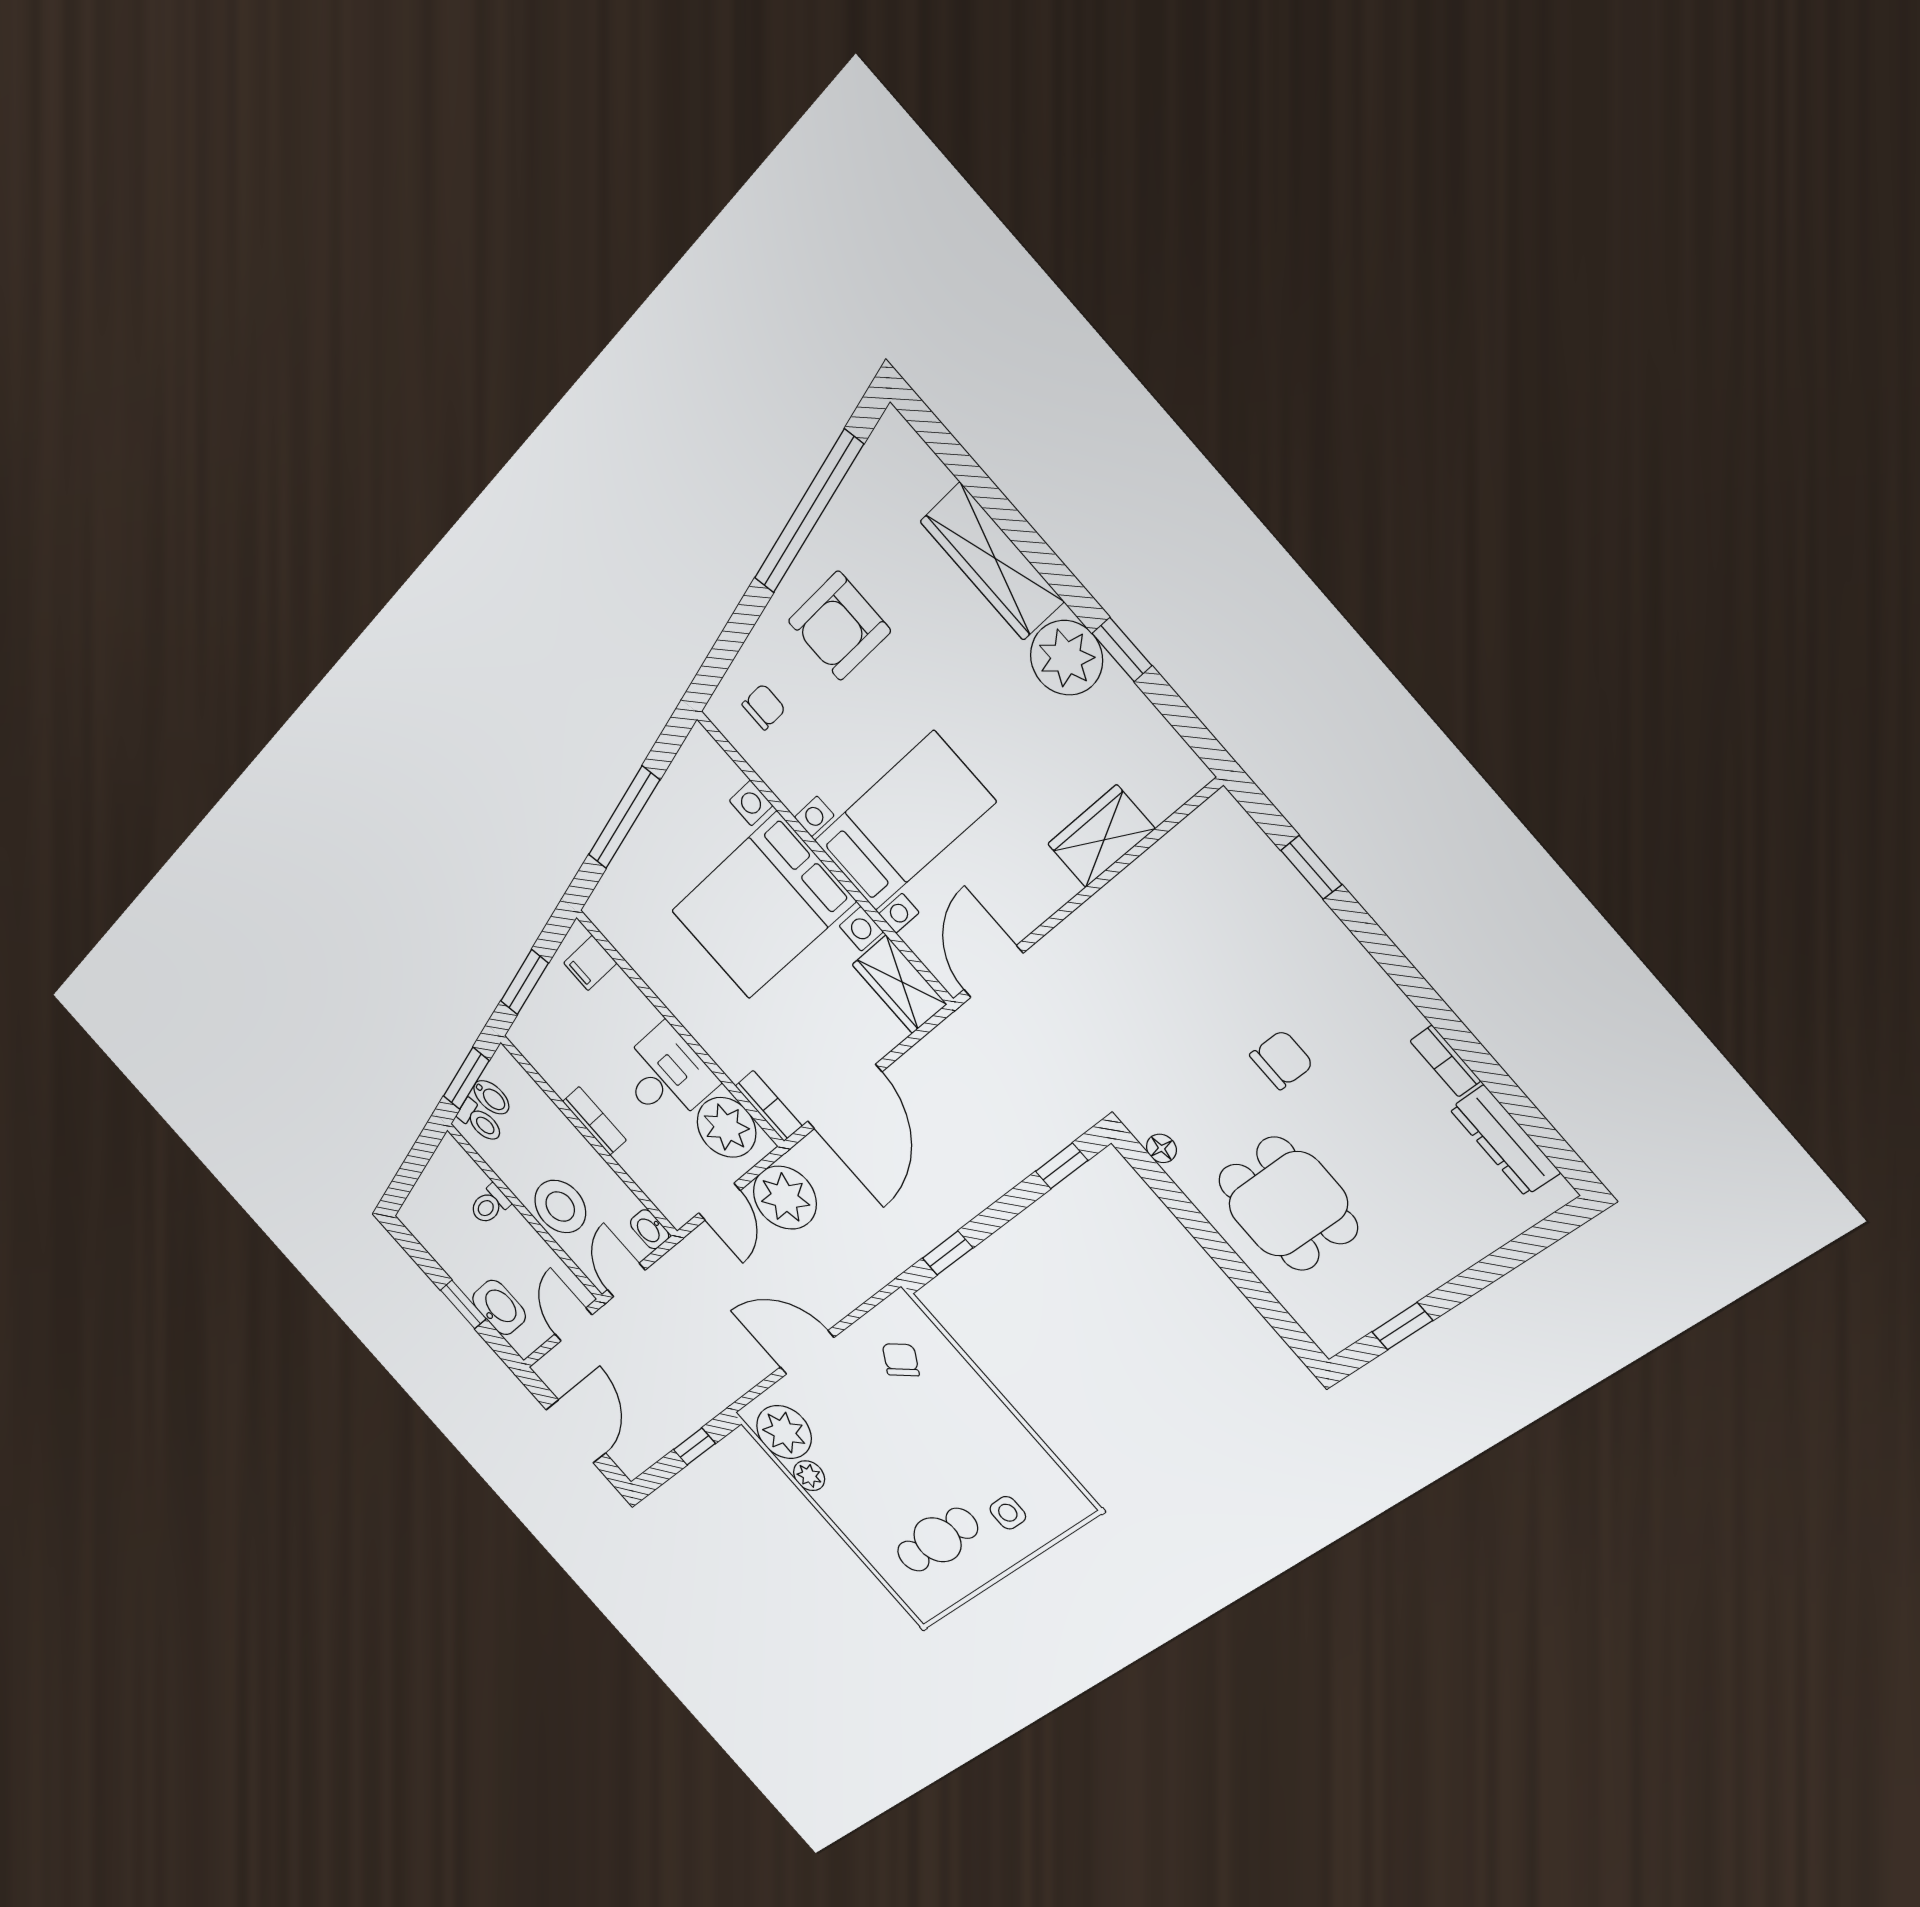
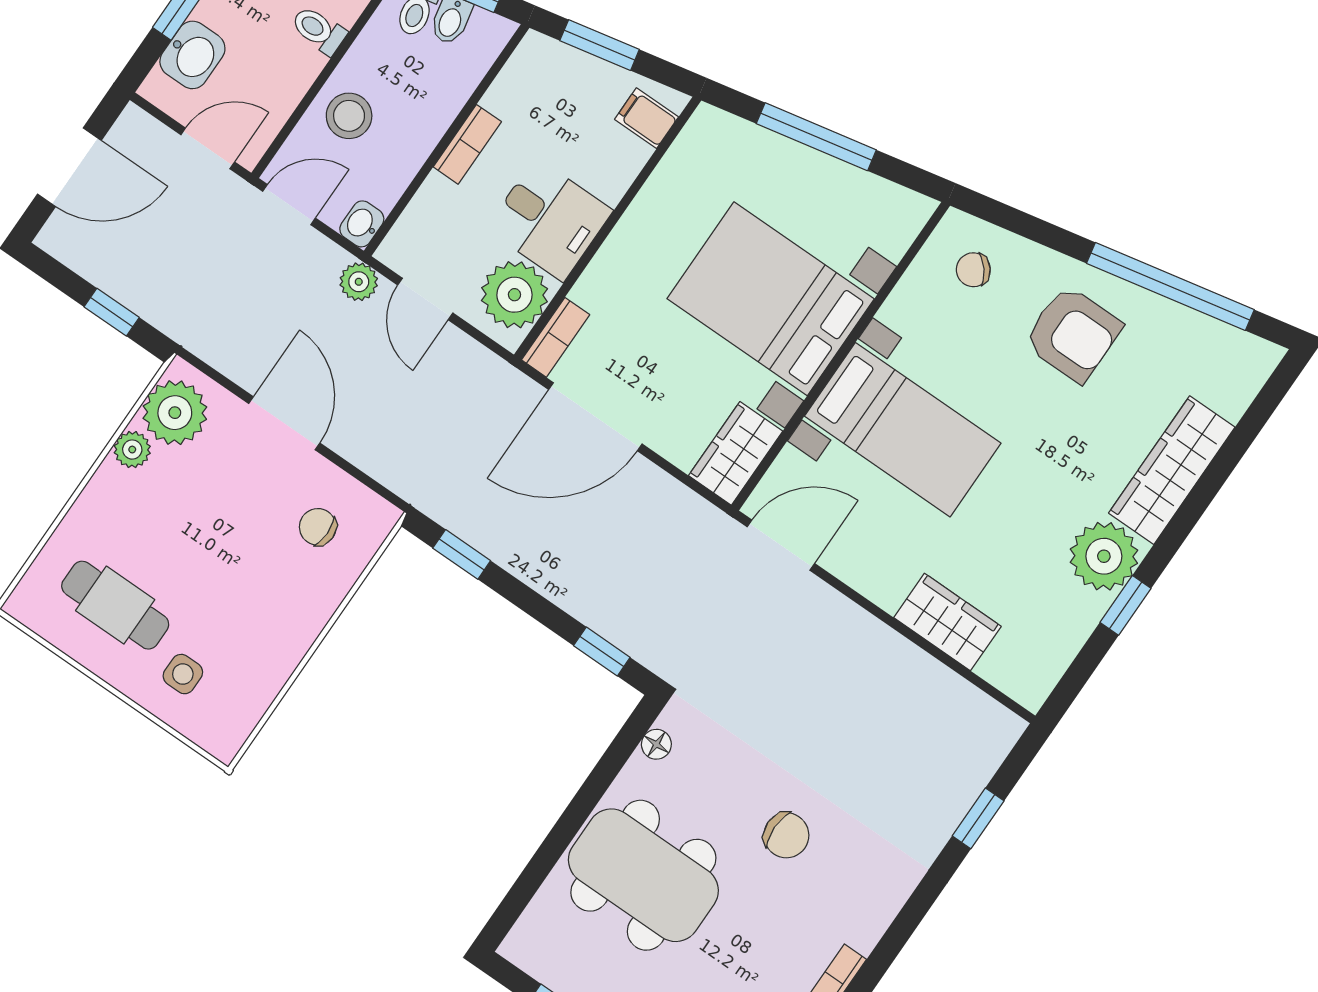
armchair: (839, 626) -> (1073, 334), turned 180
chair: (764, 707) -> (973, 270), turned 141
plant: (785, 1198) -> (359, 282), moved, width x0.53, depth x0.53
door: (719, 1202) -> (425, 299), hinge flipped
dining table: (1288, 1204) -> (643, 875), width x1.38
stool: (560, 1207) -> (349, 116), width x0.73, depth x0.73
chair: (901, 1360) -> (318, 527), turned -125

